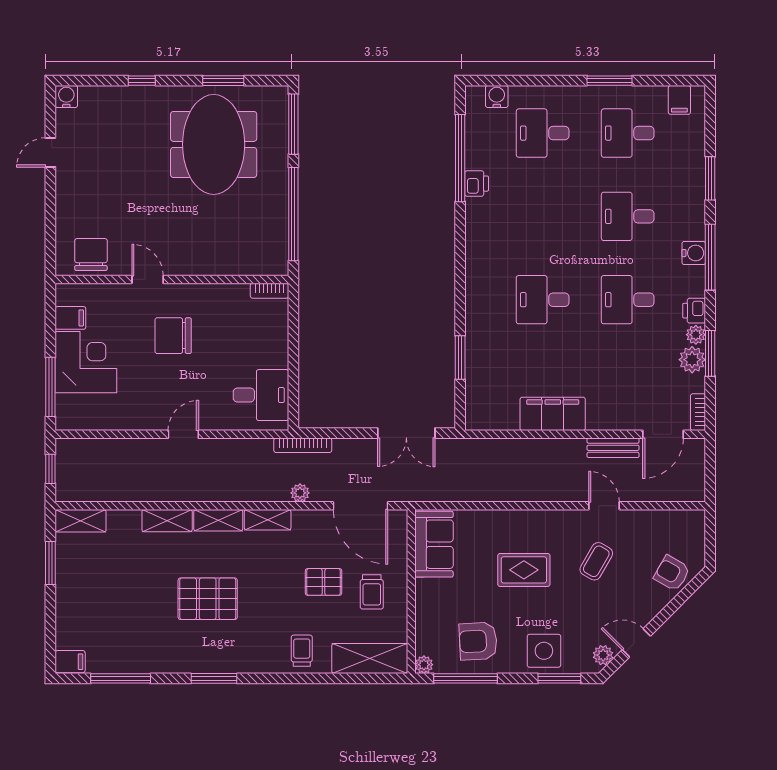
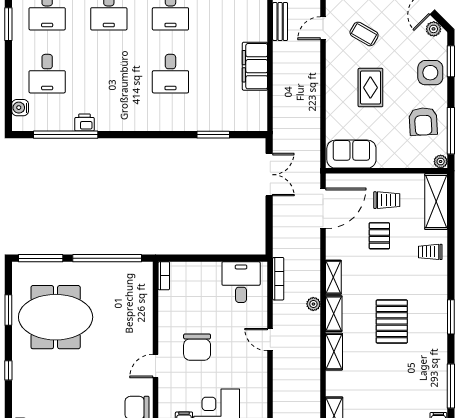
bookcase: (303, 445) -> (278, 279), moved
plant: (300, 493) -> (313, 304), moved

